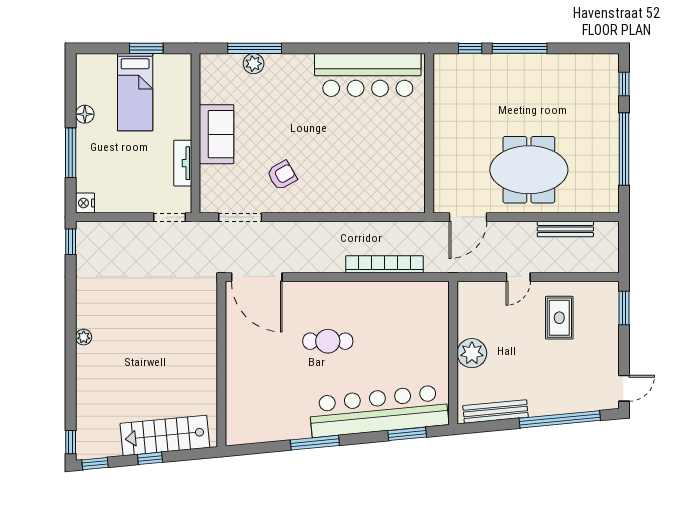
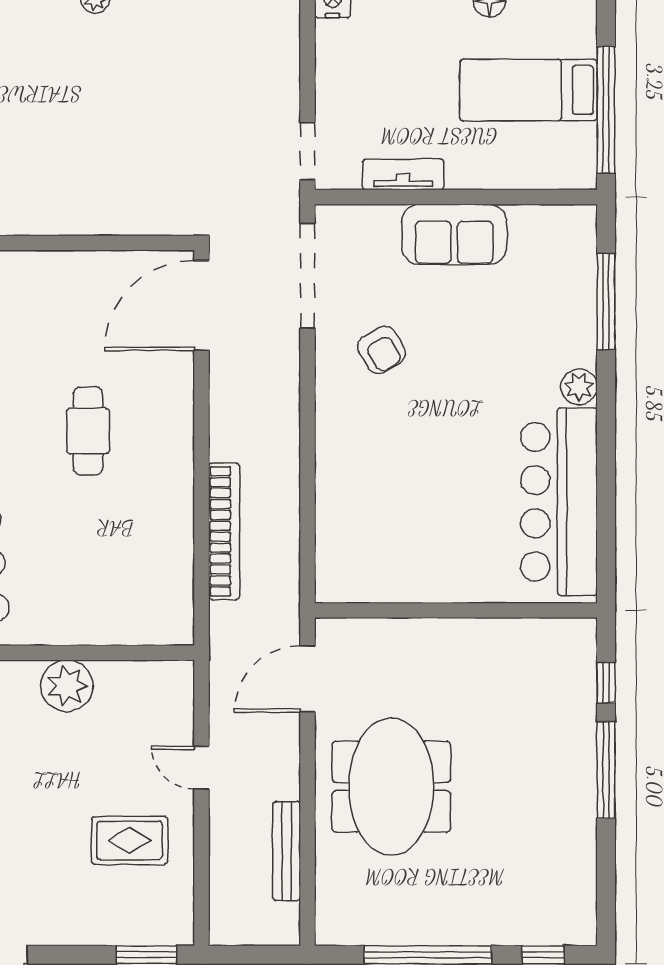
window: (146, 48) -> (606, 110), width x2.11
plant: (254, 64) -> (579, 387), moved
doorway: (240, 217) -> (307, 276), width x1.36
door: (468, 217) -> (307, 679), hinge flipped

